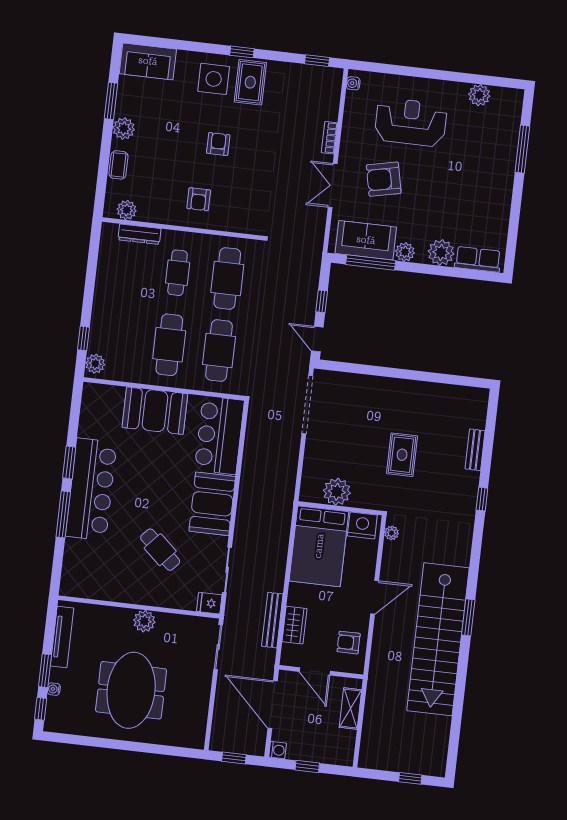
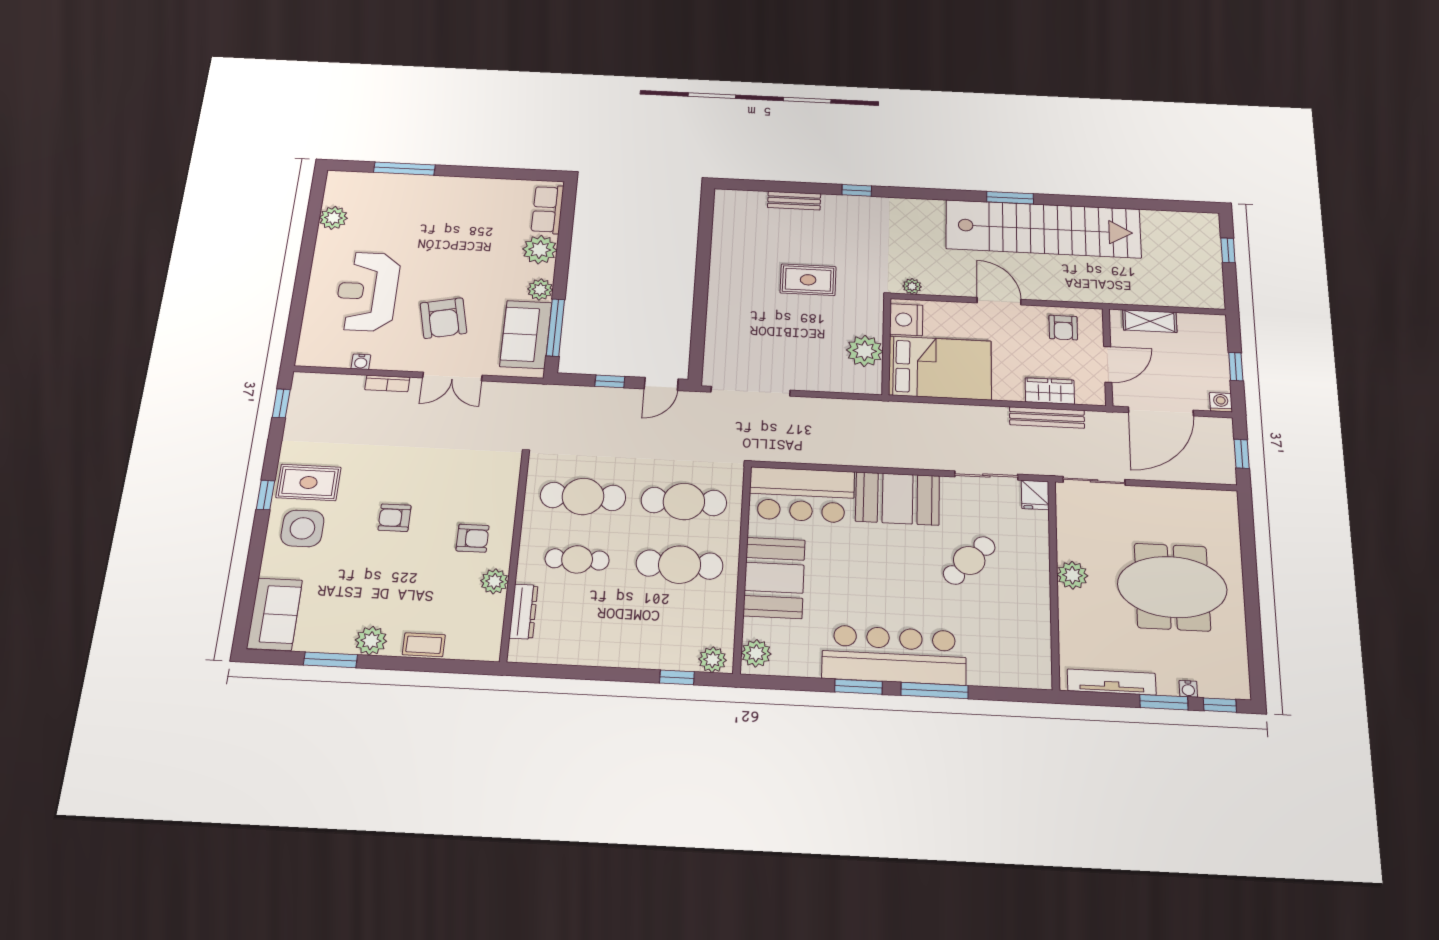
water cooler: (353, 83) -> (361, 362), moved
plant: (127, 210) -> (494, 581), moved
plant: (98, 394) -> (756, 653), added

